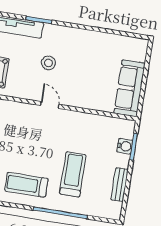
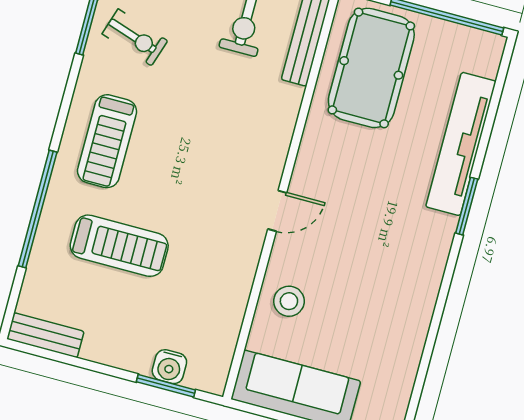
stool: (48, 63) -> (289, 301), moved
treadmill: (26, 185) -> (107, 141), turned 180
bench: (119, 185) -> (45, 335), moved

